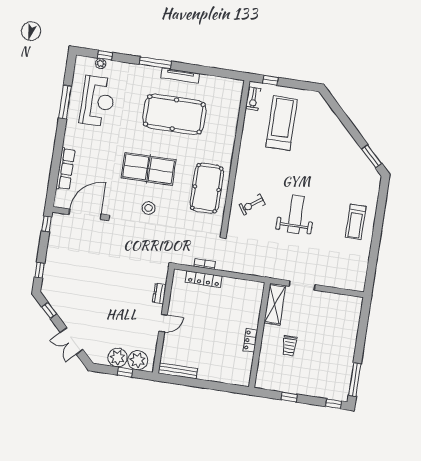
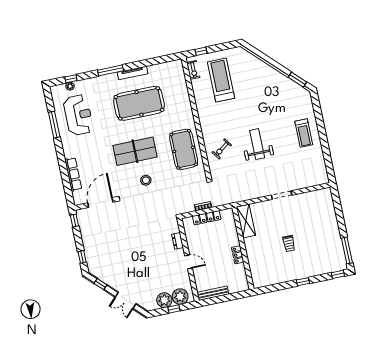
shelving: (275, 304) -> (246, 221), moved
door: (163, 323) -> (189, 262), hinge flipped
wall: (259, 335) -> (243, 248), moved
locker: (250, 340) -> (238, 255), moved

